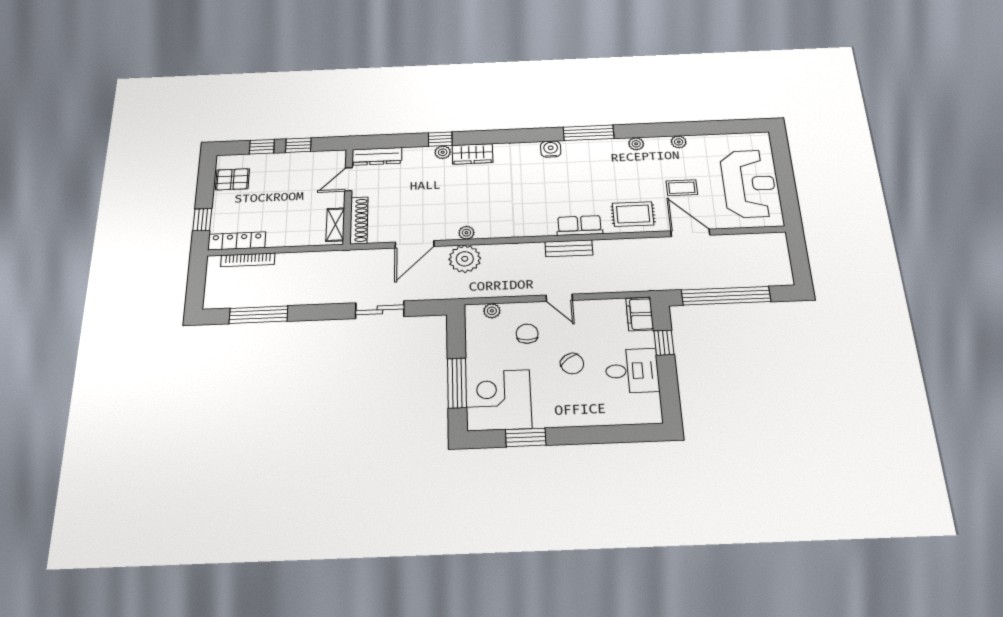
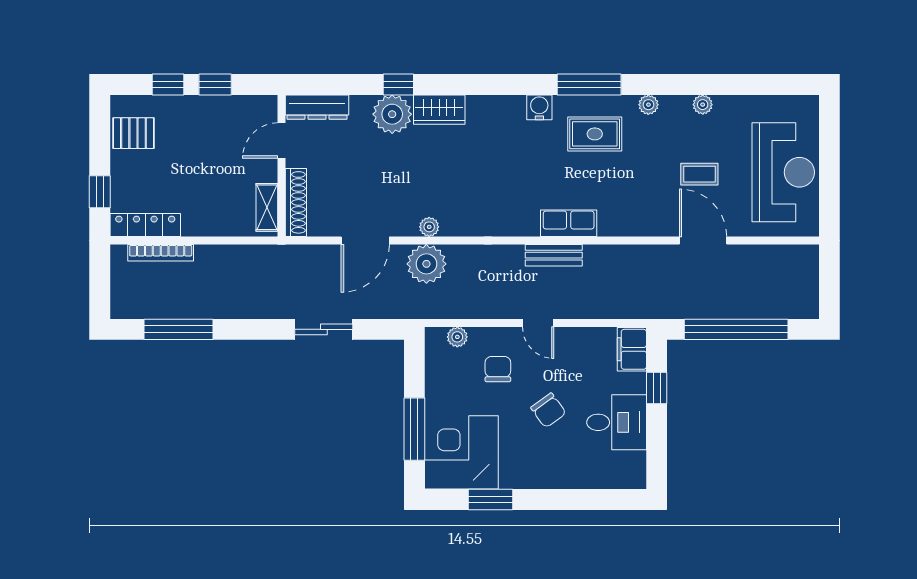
plant: (443, 152) -> (392, 114), width x1.87, depth x1.87
rug: (633, 214) -> (595, 134), moved

